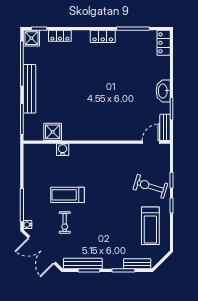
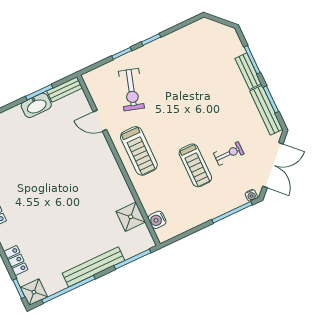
washbasin: (163, 91) -> (36, 105), moved
door: (151, 142) -> (100, 121), moved
water cooler: (63, 150) -> (157, 220), moved
exercise bike: (150, 186) -> (131, 90), moved
treadmill: (150, 226) -> (139, 151), moved, turned 90
bench: (137, 264) -> (248, 71), moved

